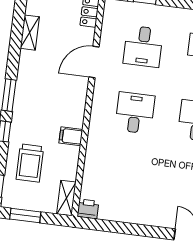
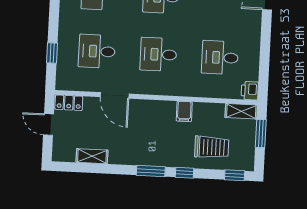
desk: (143, 46) -> (97, 51), turned 180
desk: (126, 179) -> (220, 58), added
window: (25, 215) -> (261, 133), moved

